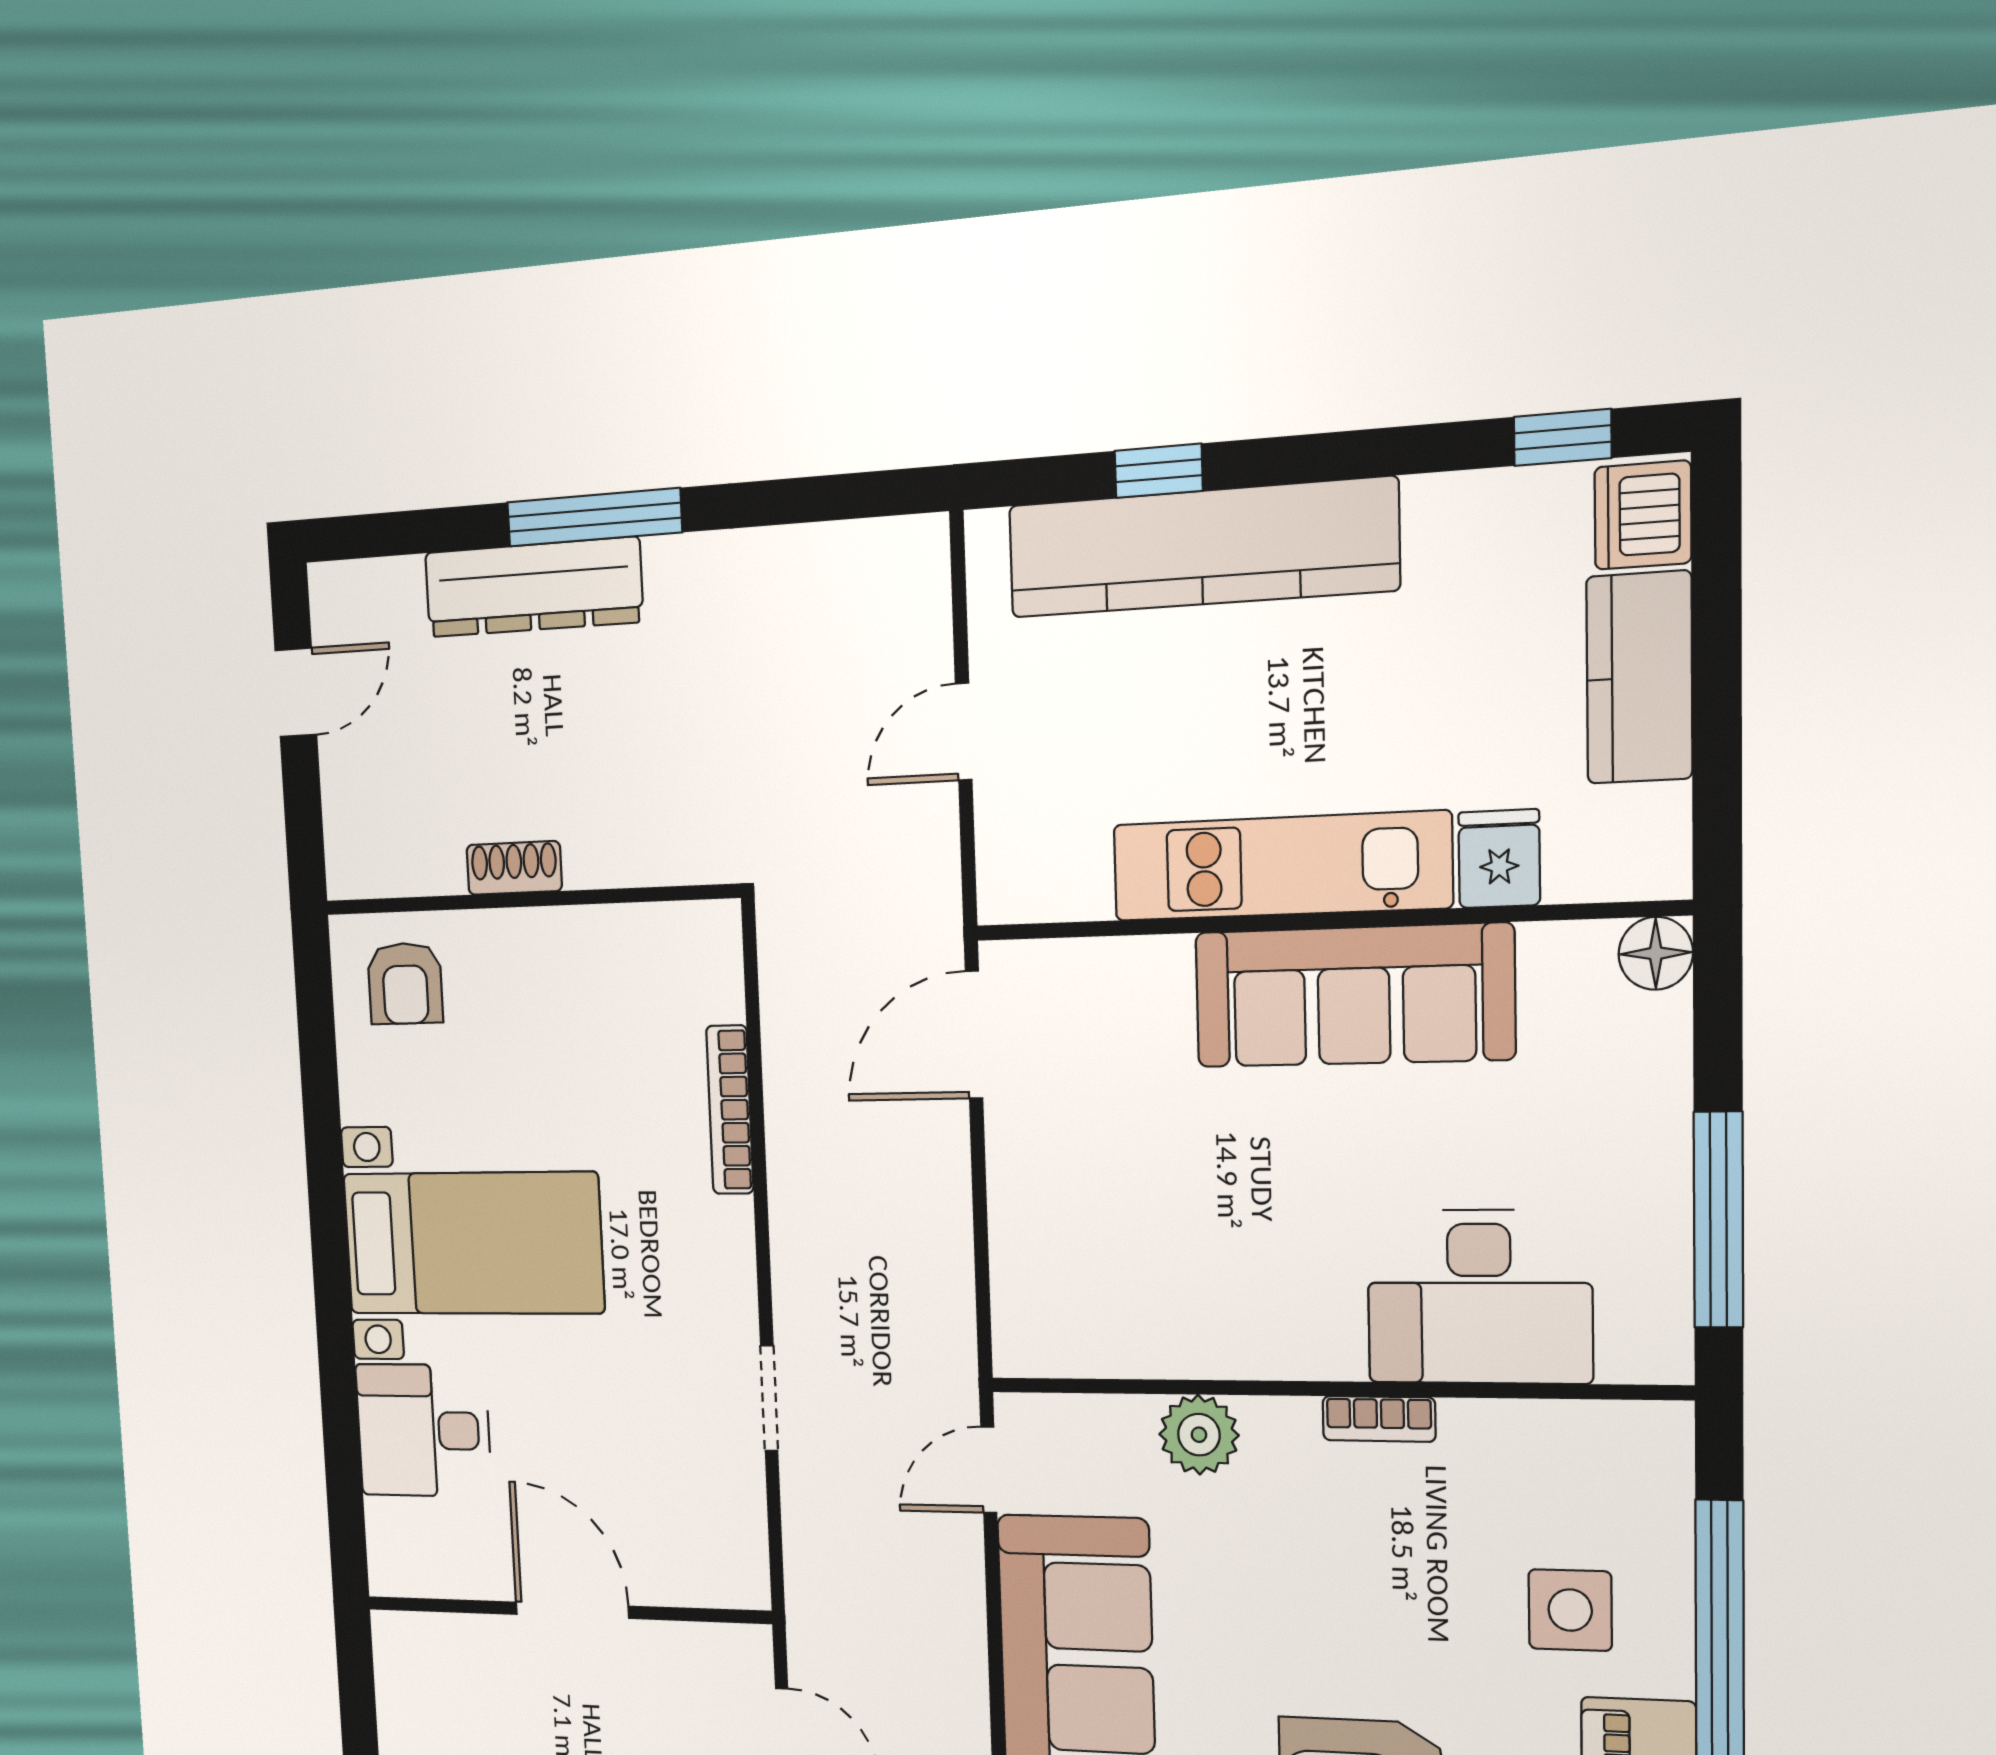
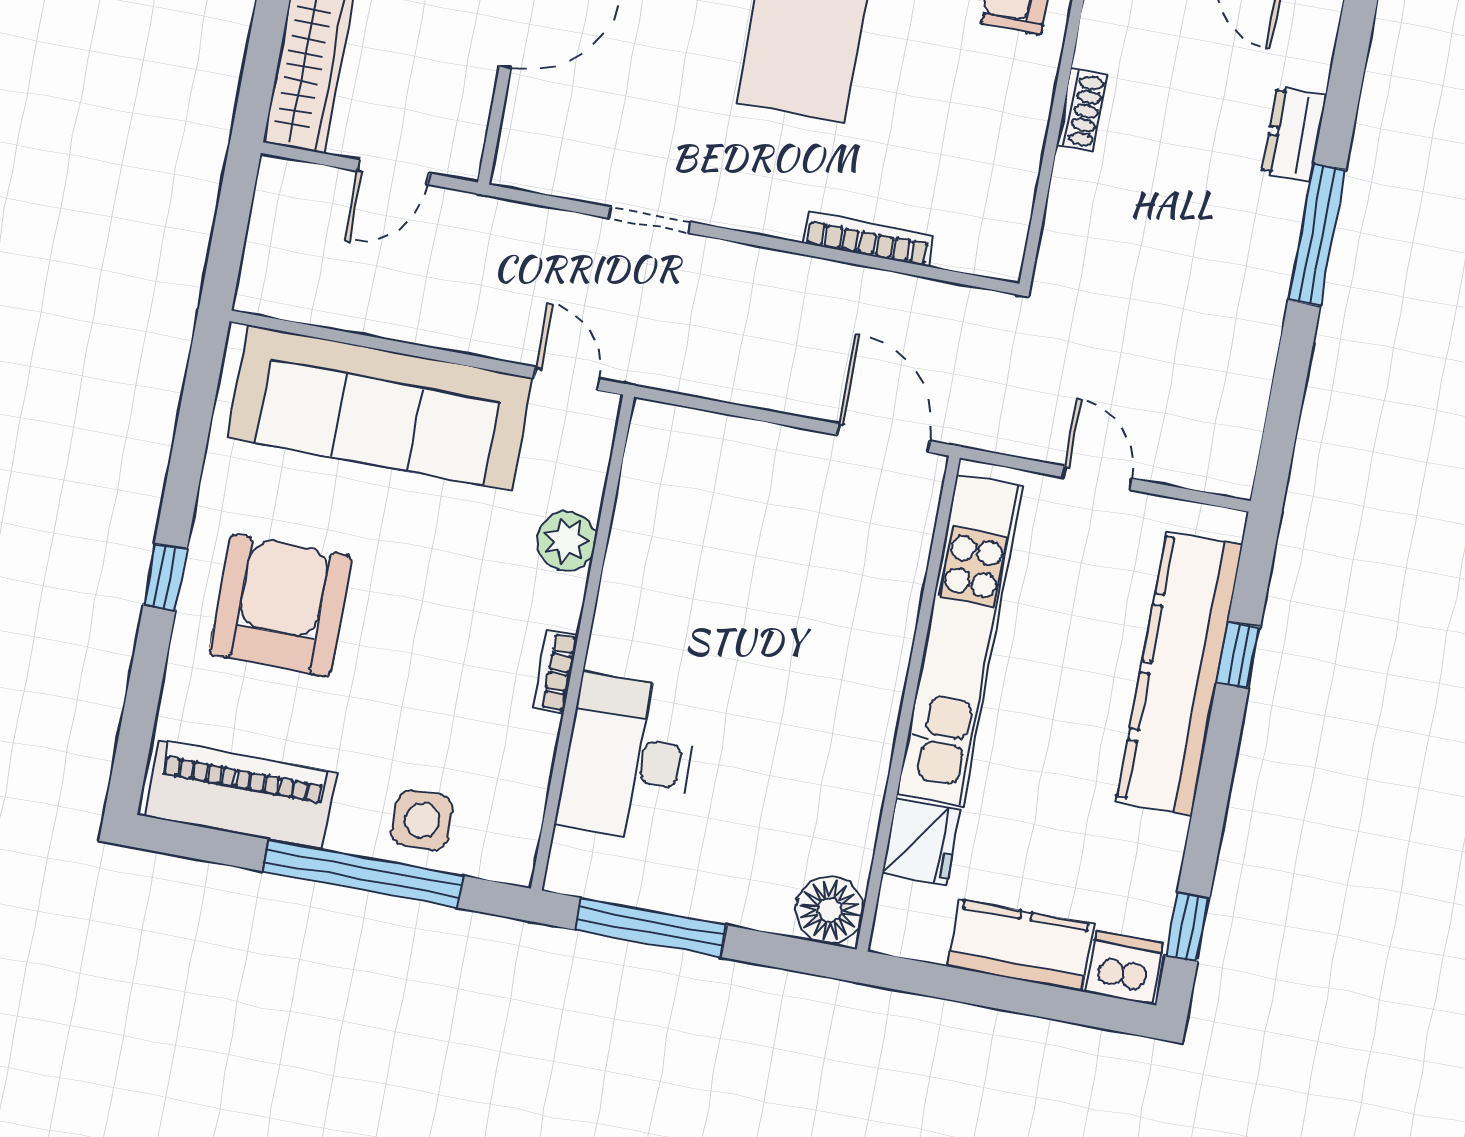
dresser: (533, 587) -> (1294, 134), width x0.51, depth x0.80
fridge: (1499, 859) -> (921, 842), width x1.38
kitchen unit: (1281, 866) -> (960, 640), width x1.36
floor lamp: (1656, 953) -> (830, 910), width x1.38, depth x1.38
sofa: (1354, 996) -> (853, 715), removed
side table: (1570, 1610) -> (422, 820), moved

